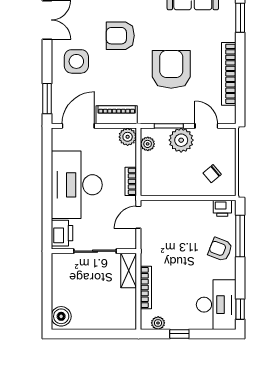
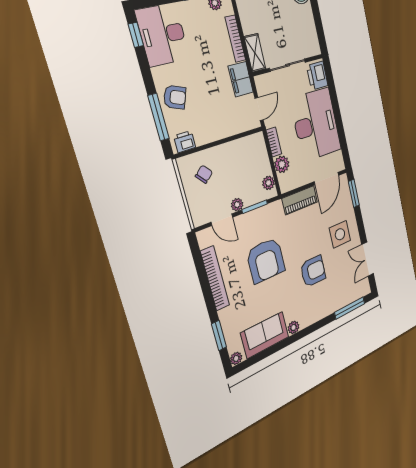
plant: (128, 137) -> (282, 164), moved
plant: (181, 140) -> (237, 205), width x0.53, depth x0.53
filing cabinet: (151, 250) -> (241, 79), added

